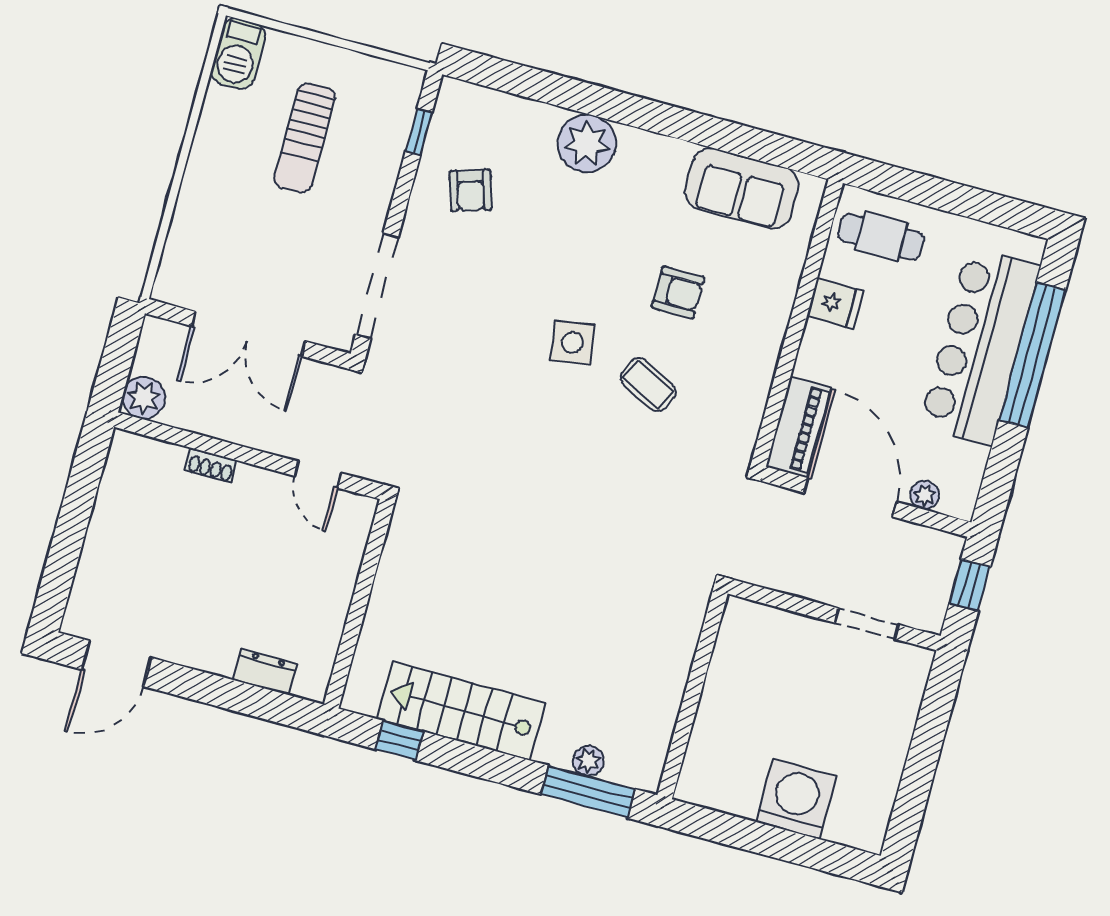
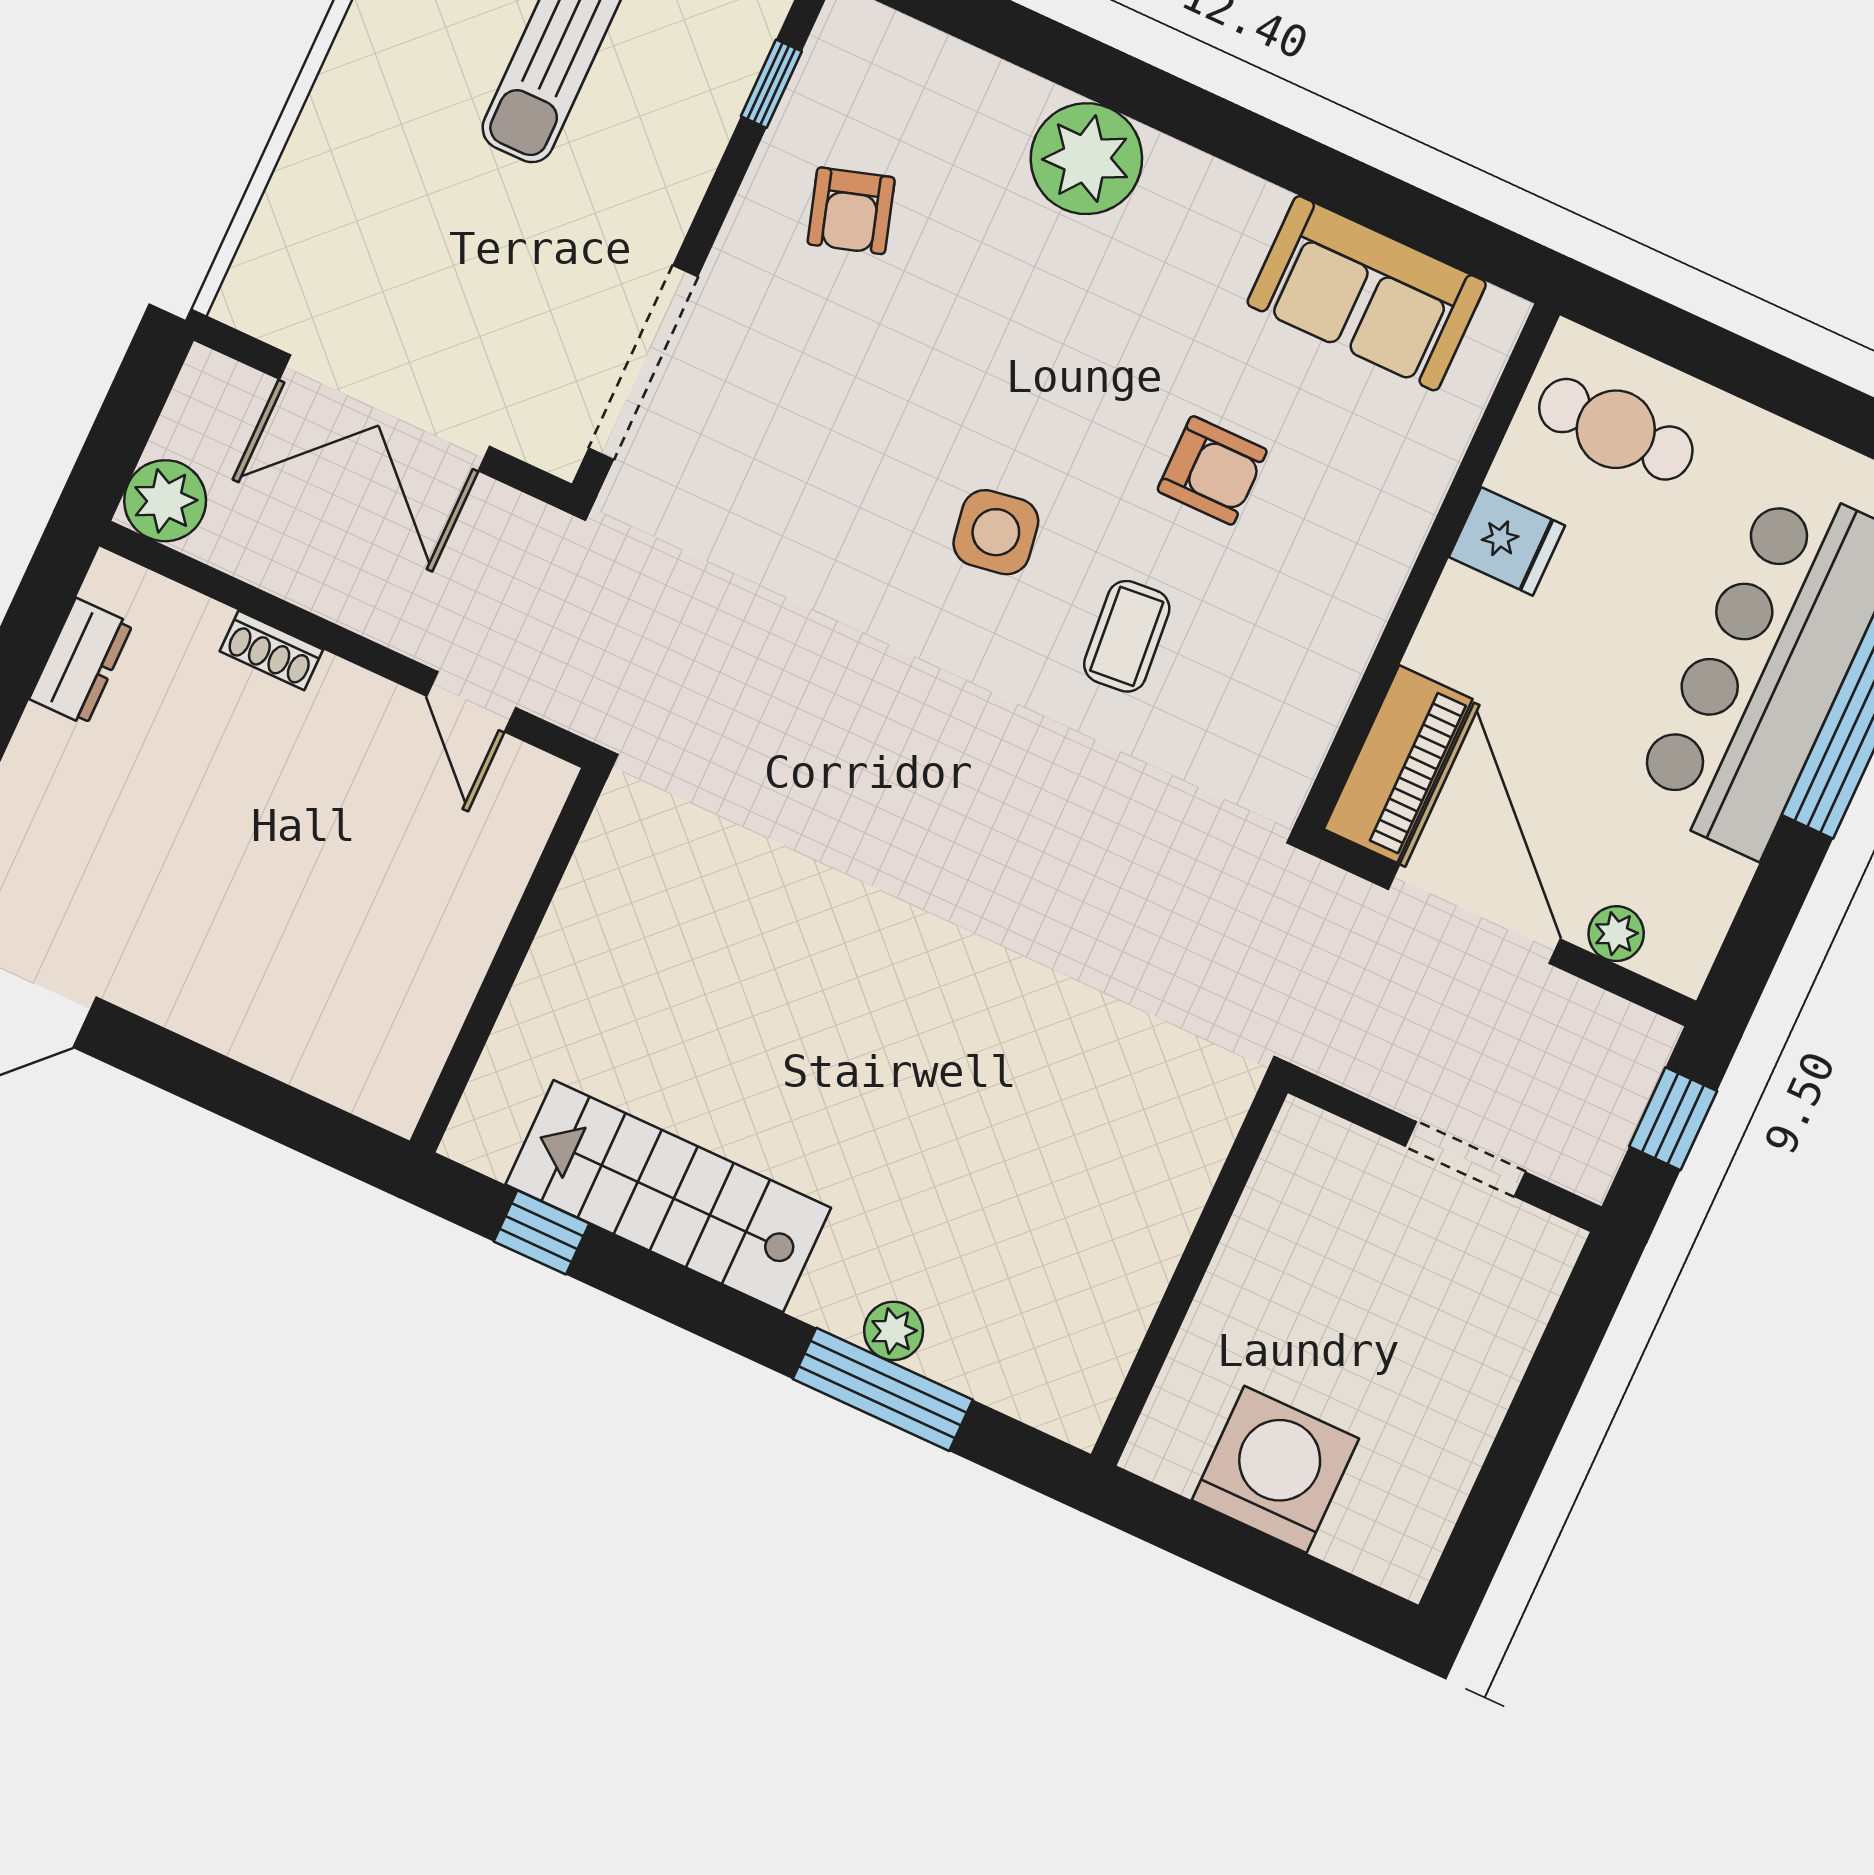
coffee table: (648, 385) -> (1127, 636), turned 58
dresser: (265, 672) -> (81, 661), moved, turned 90
wall: (692, 694) -> (1189, 1273), moved

